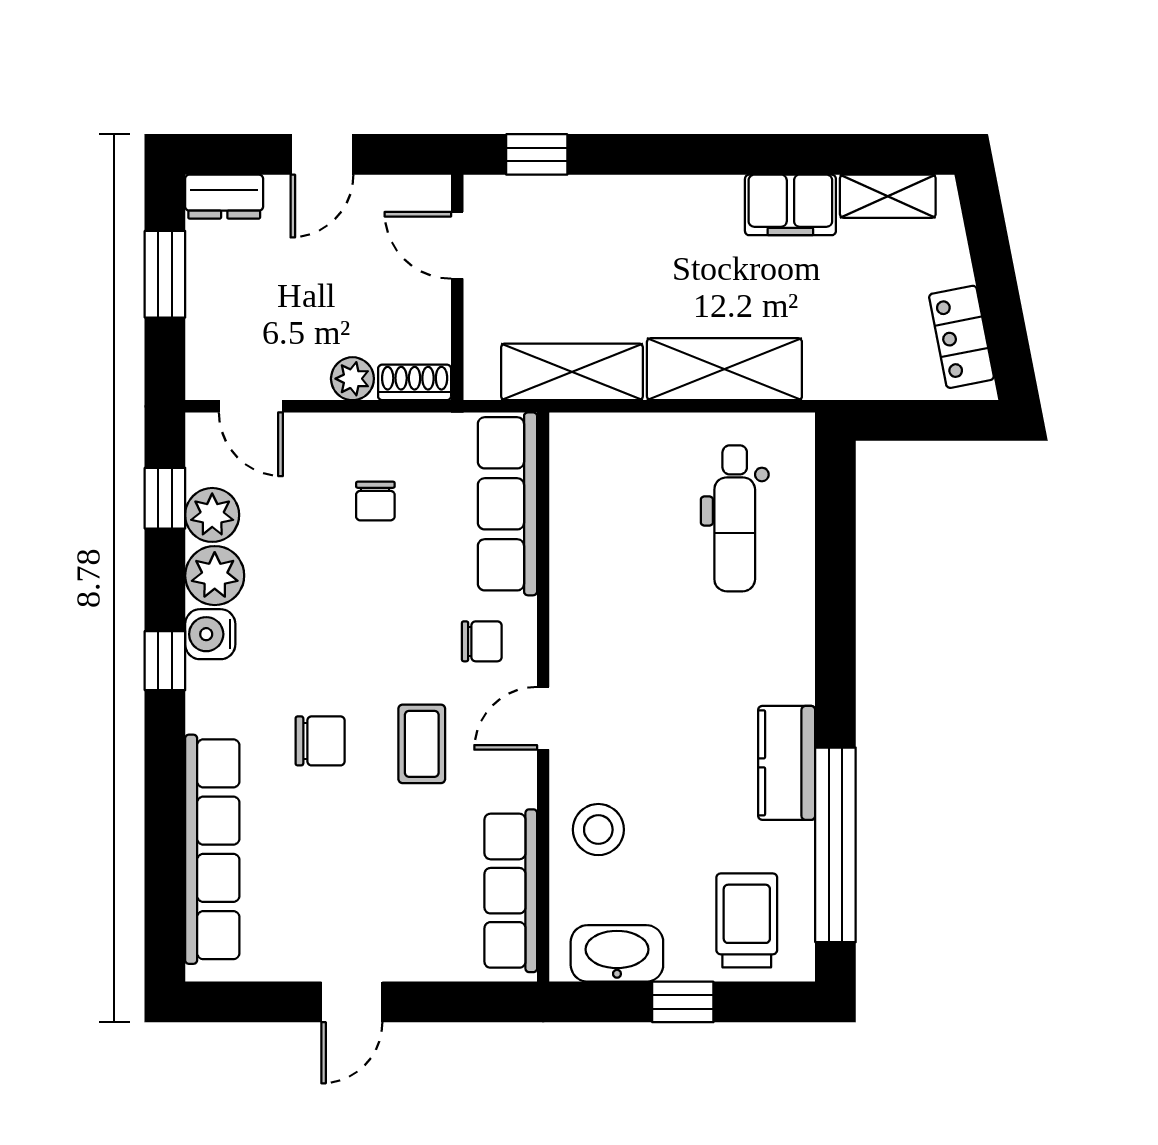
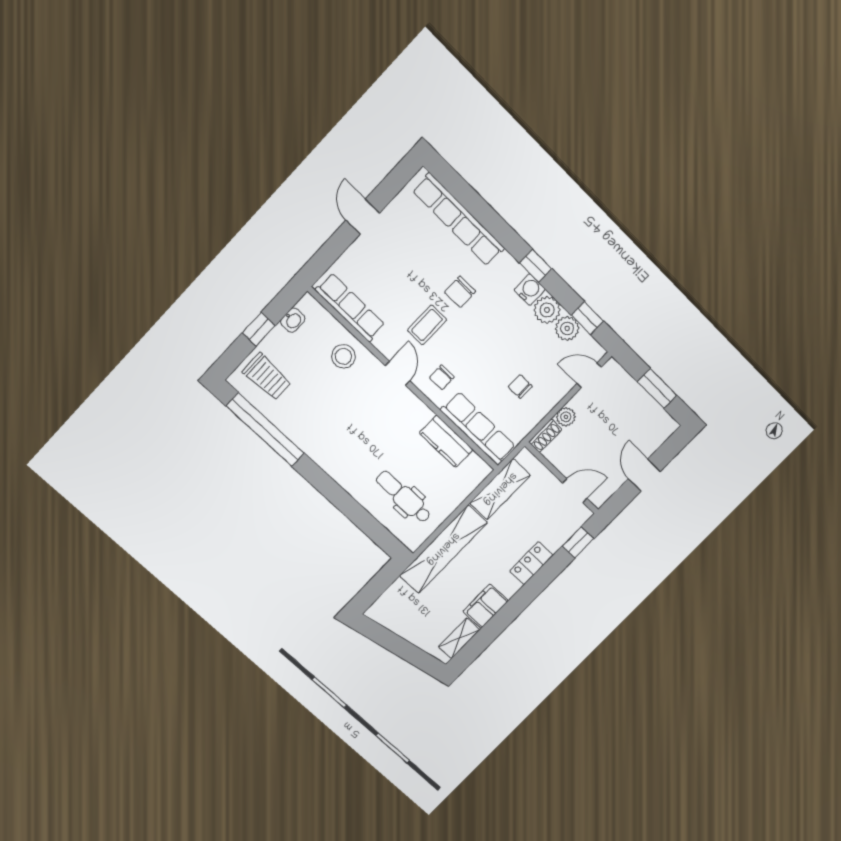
dresser: (224, 197) -> (662, 431), removed
locker: (961, 337) -> (531, 563), moved, turned -79
shelving: (724, 369) -> (443, 549), width x1.47
coffee table: (422, 744) -> (427, 325), turned 90
kitchen counter: (787, 763) -> (446, 441), moved, turned 180
washbasin: (617, 953) -> (293, 320), width x0.52, depth x0.69

